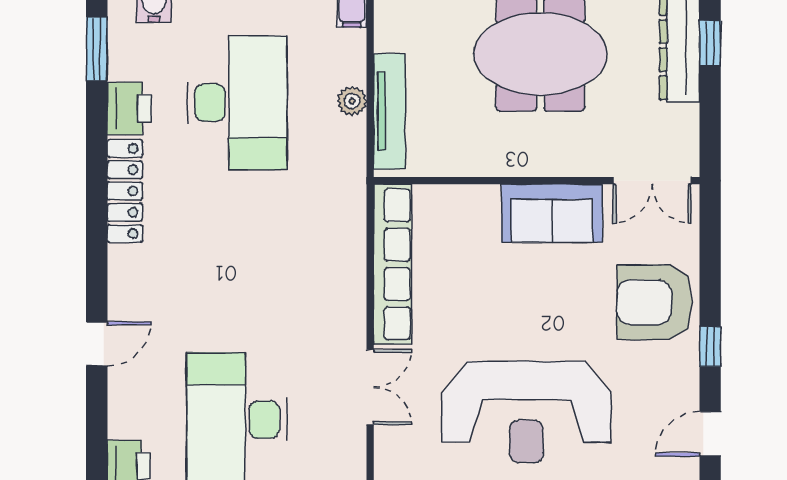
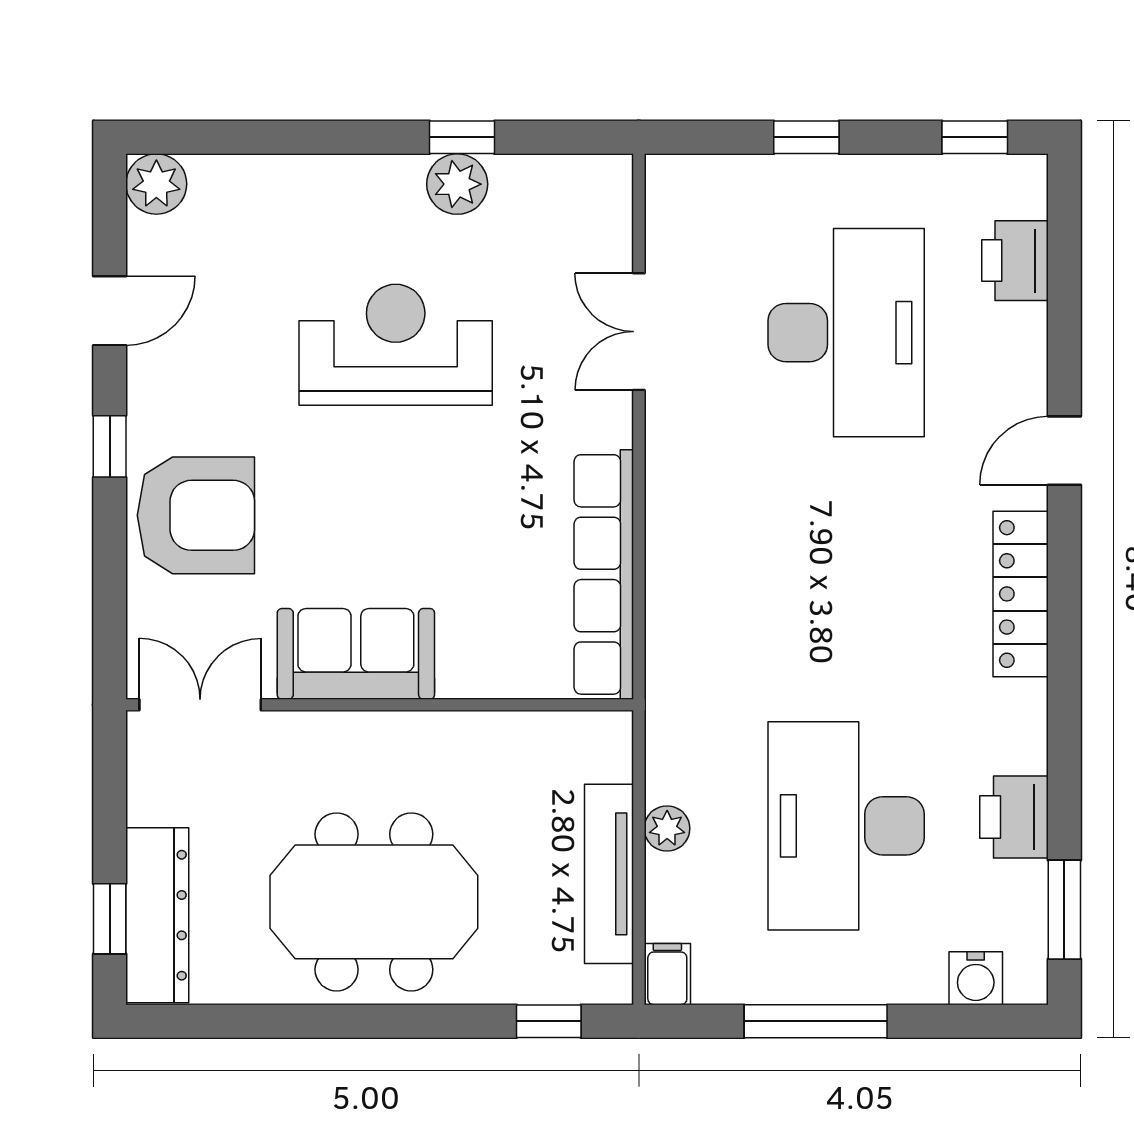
tv unit: (389, 111) -> (609, 874), moved
locker: (125, 191) -> (1021, 594), moved
double door: (370, 387) -> (639, 332), moved
reception desk: (526, 412) -> (396, 345), width x0.74, depth x0.77

